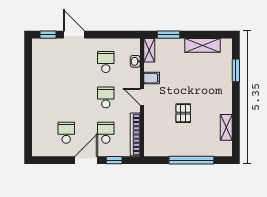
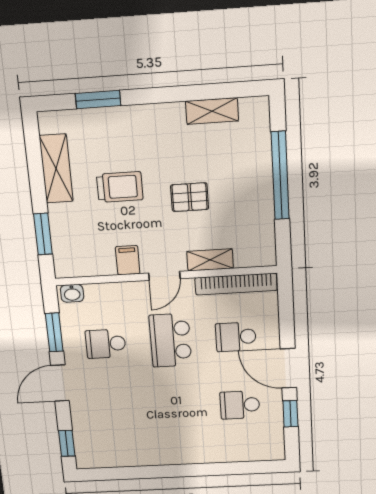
door: (74, 35) -> (60, 383), moved
window: (114, 35) -> (54, 332), added
shelving: (149, 50) -> (210, 260), moved
washbasin: (135, 61) -> (72, 293), moved
trolley: (191, 77) -> (120, 187), added
school desk: (106, 97) -> (170, 340), width x1.85
window: (114, 160) -> (290, 414), moved

